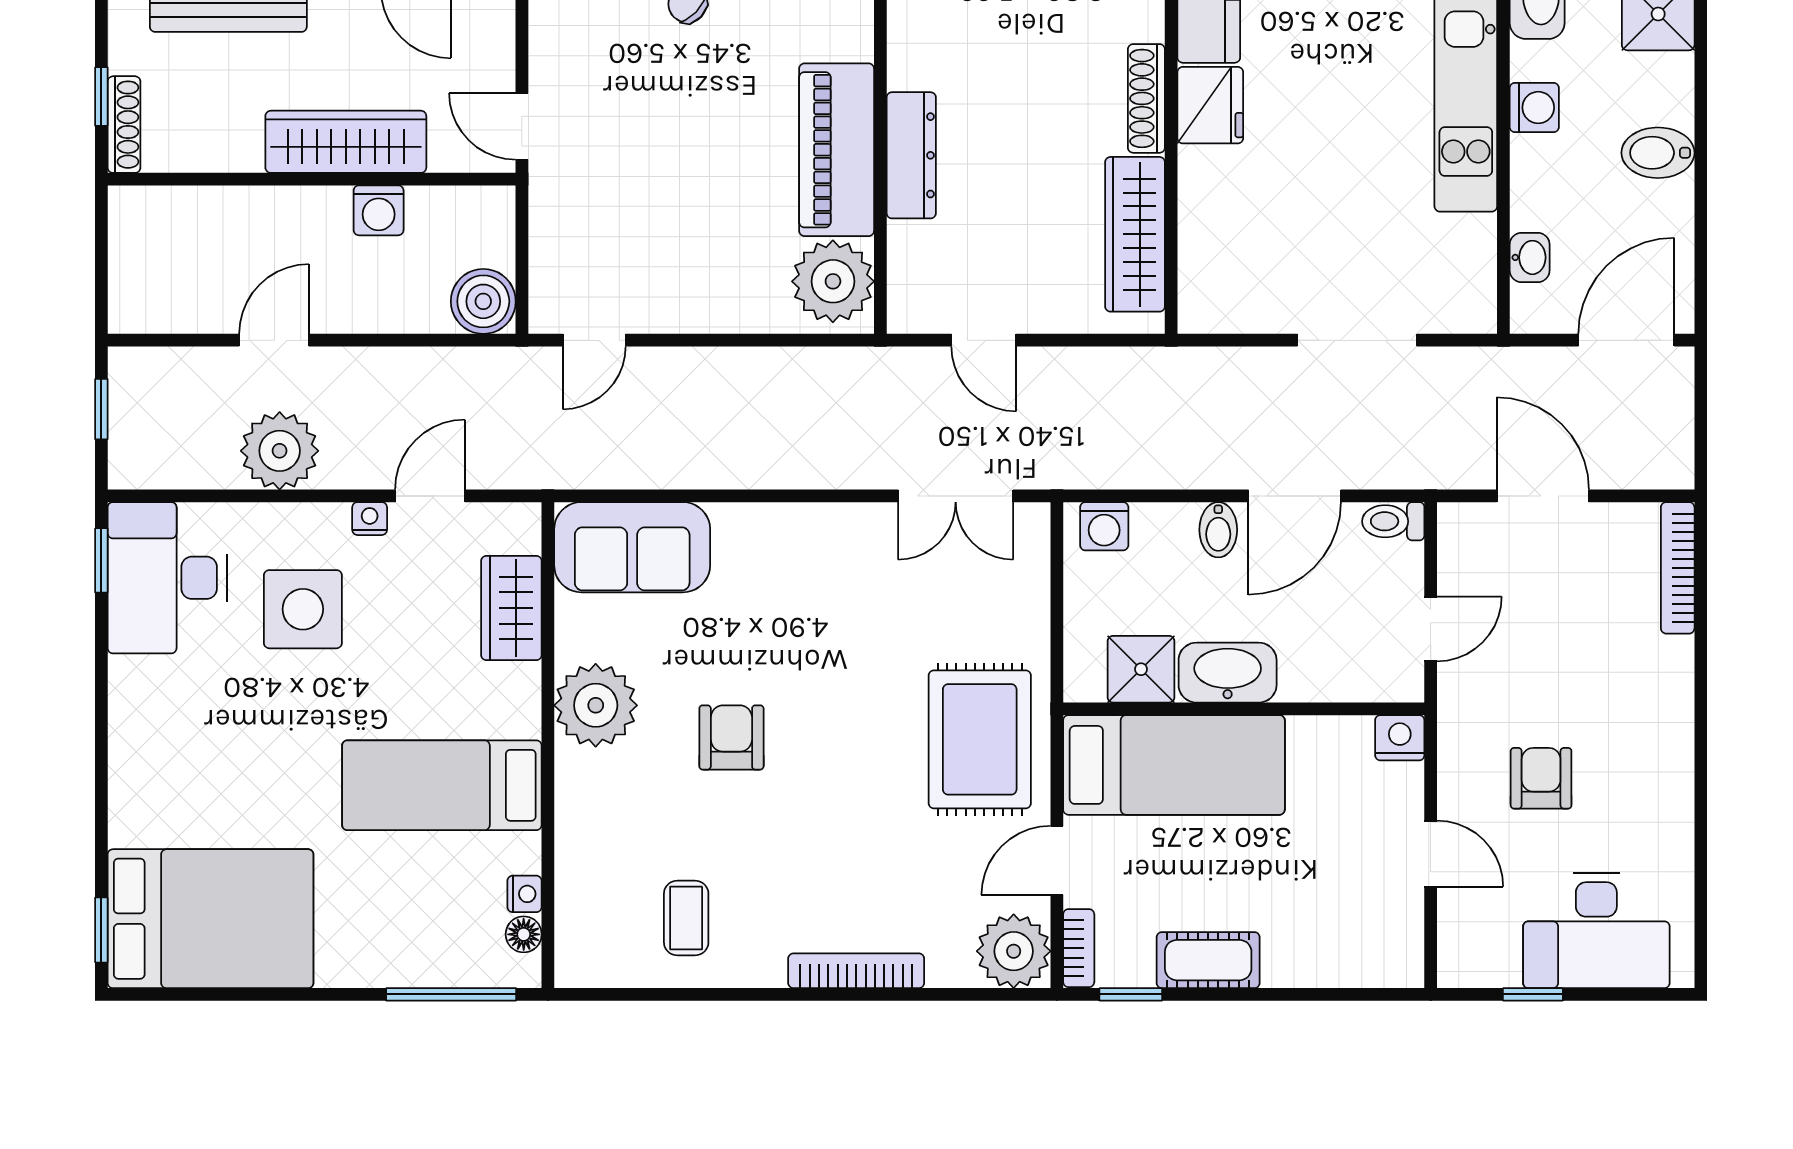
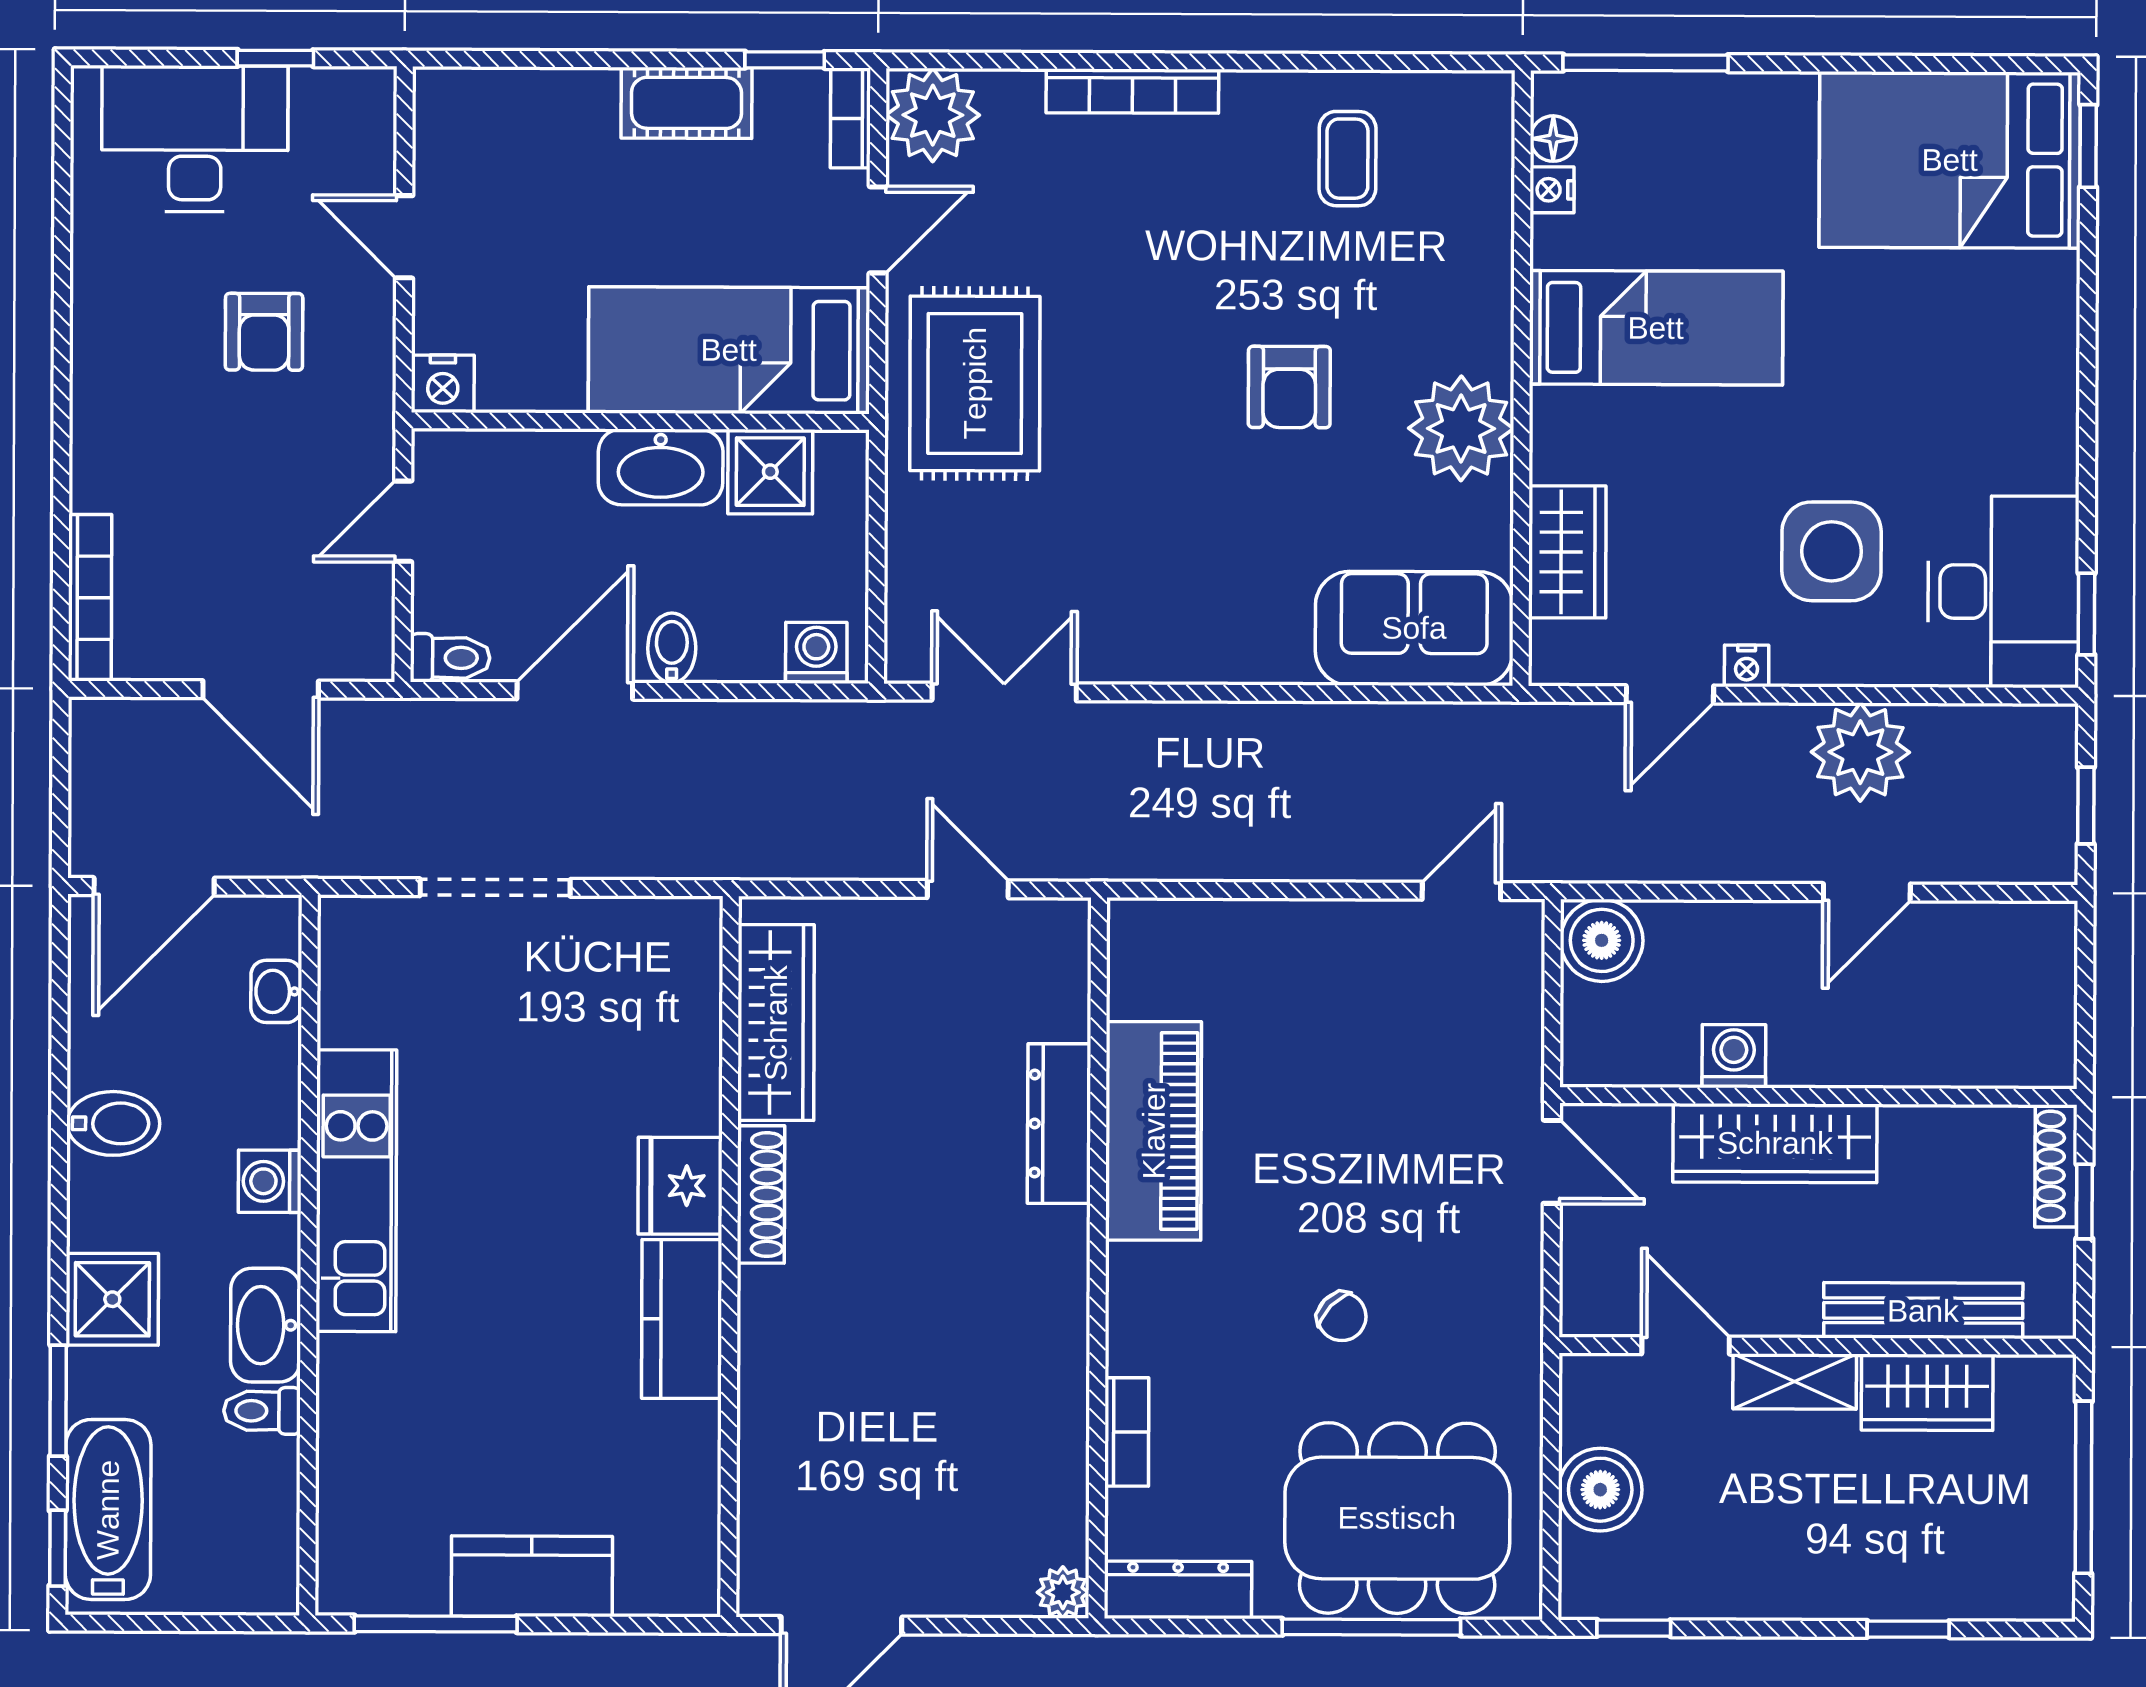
plant: (833, 281) -> (1159, 964), removed

